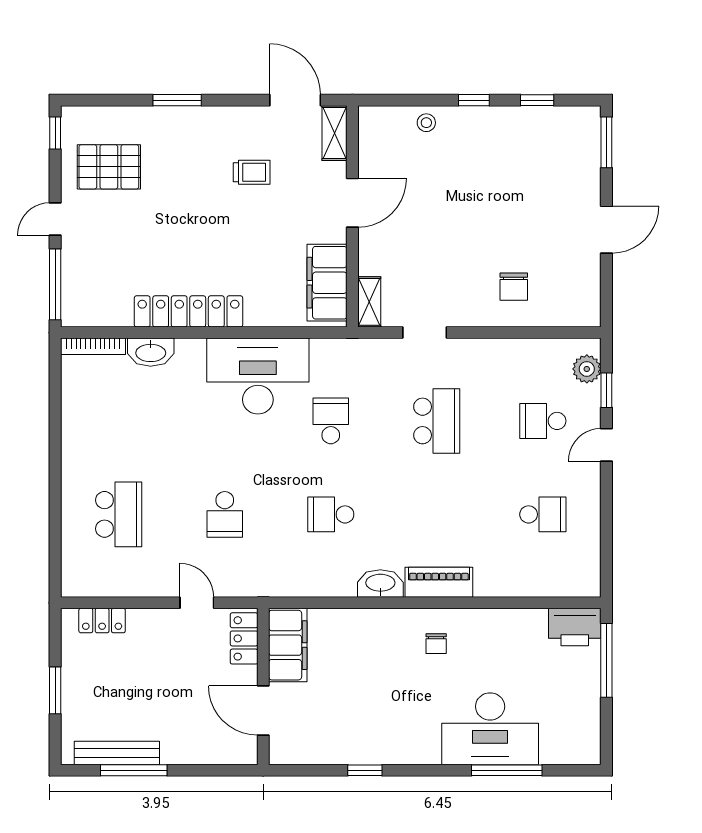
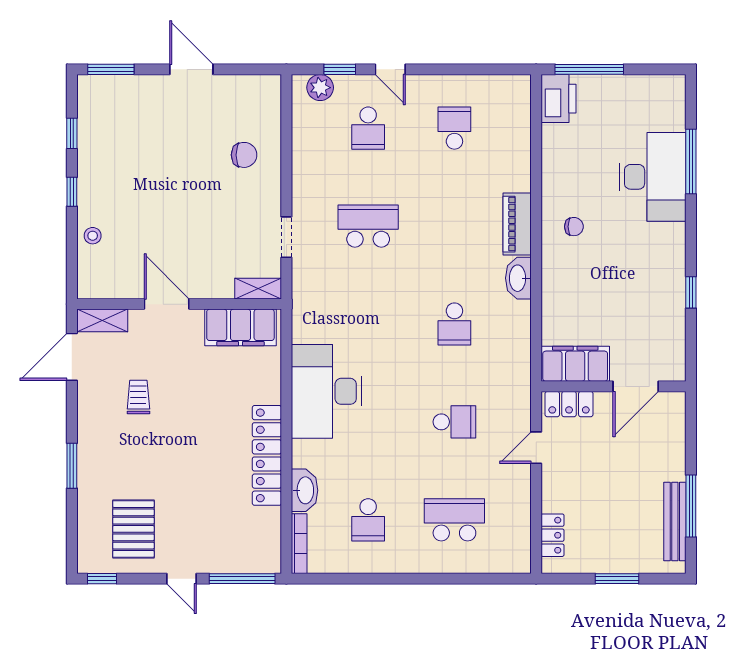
school desk: (331, 421) -> (368, 520), moved, turned -90

